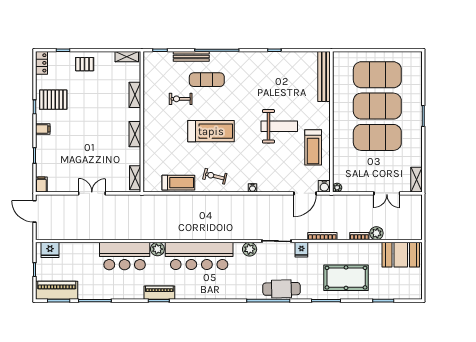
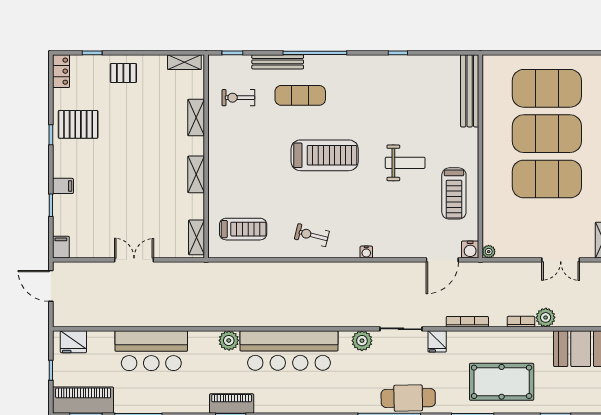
exercise bike: (181, 99) -> (238, 98), moved
weight bench: (279, 126) -> (405, 163), width x0.73, depth x0.75
filing cabinet: (43, 129) -> (63, 186), moved
treadmill: (211, 131) -> (325, 155), moved
treadmill: (178, 183) -> (243, 229), moved
bar counter: (125, 256) -> (151, 351), moved

